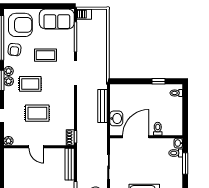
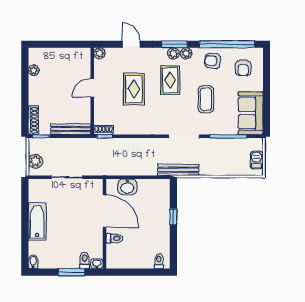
barbecue: (84, 14) -> (257, 160), moved
armchair: (20, 25) -> (243, 68), width x0.53, depth x0.53
window: (159, 81) -> (173, 217), moved
bench: (103, 106) -> (178, 170), moved

